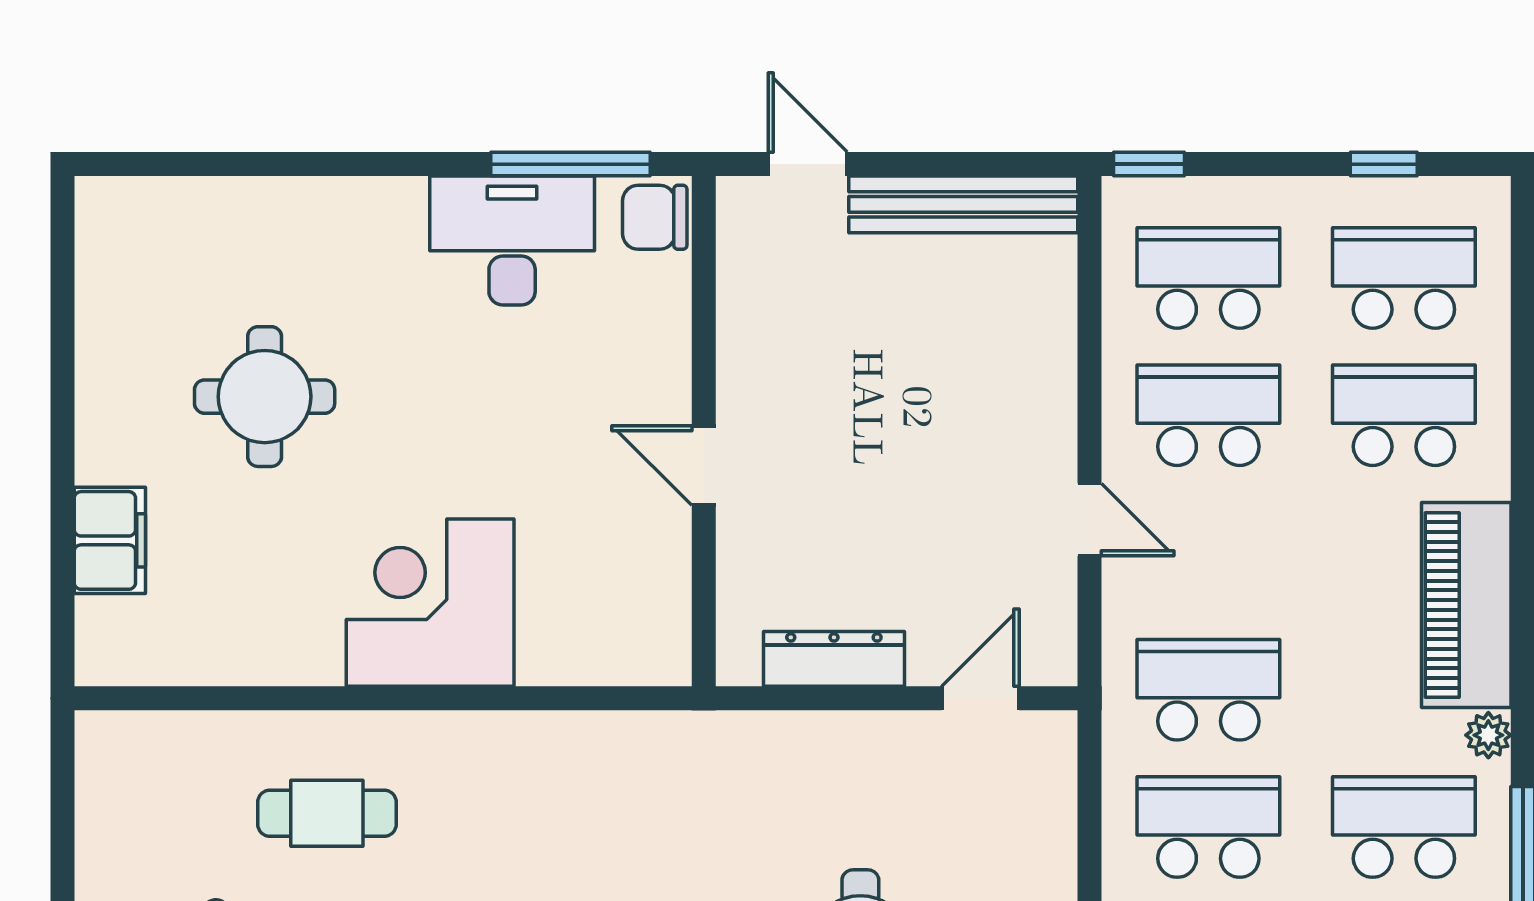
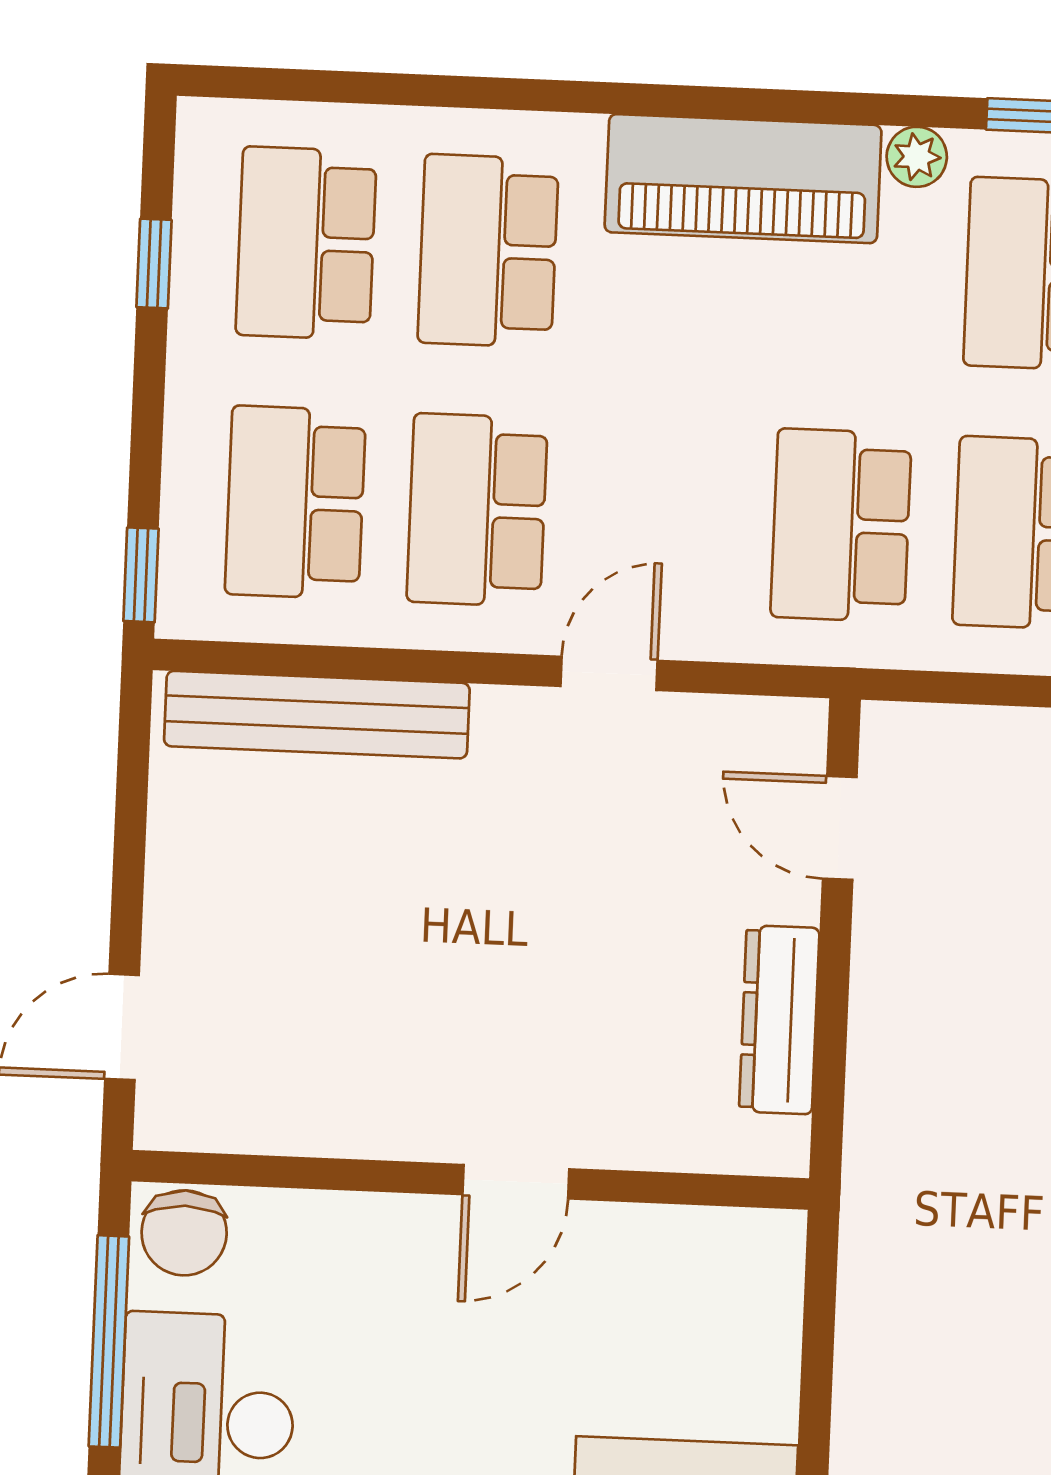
bench: (963, 204) -> (317, 715), moved, turned 90

